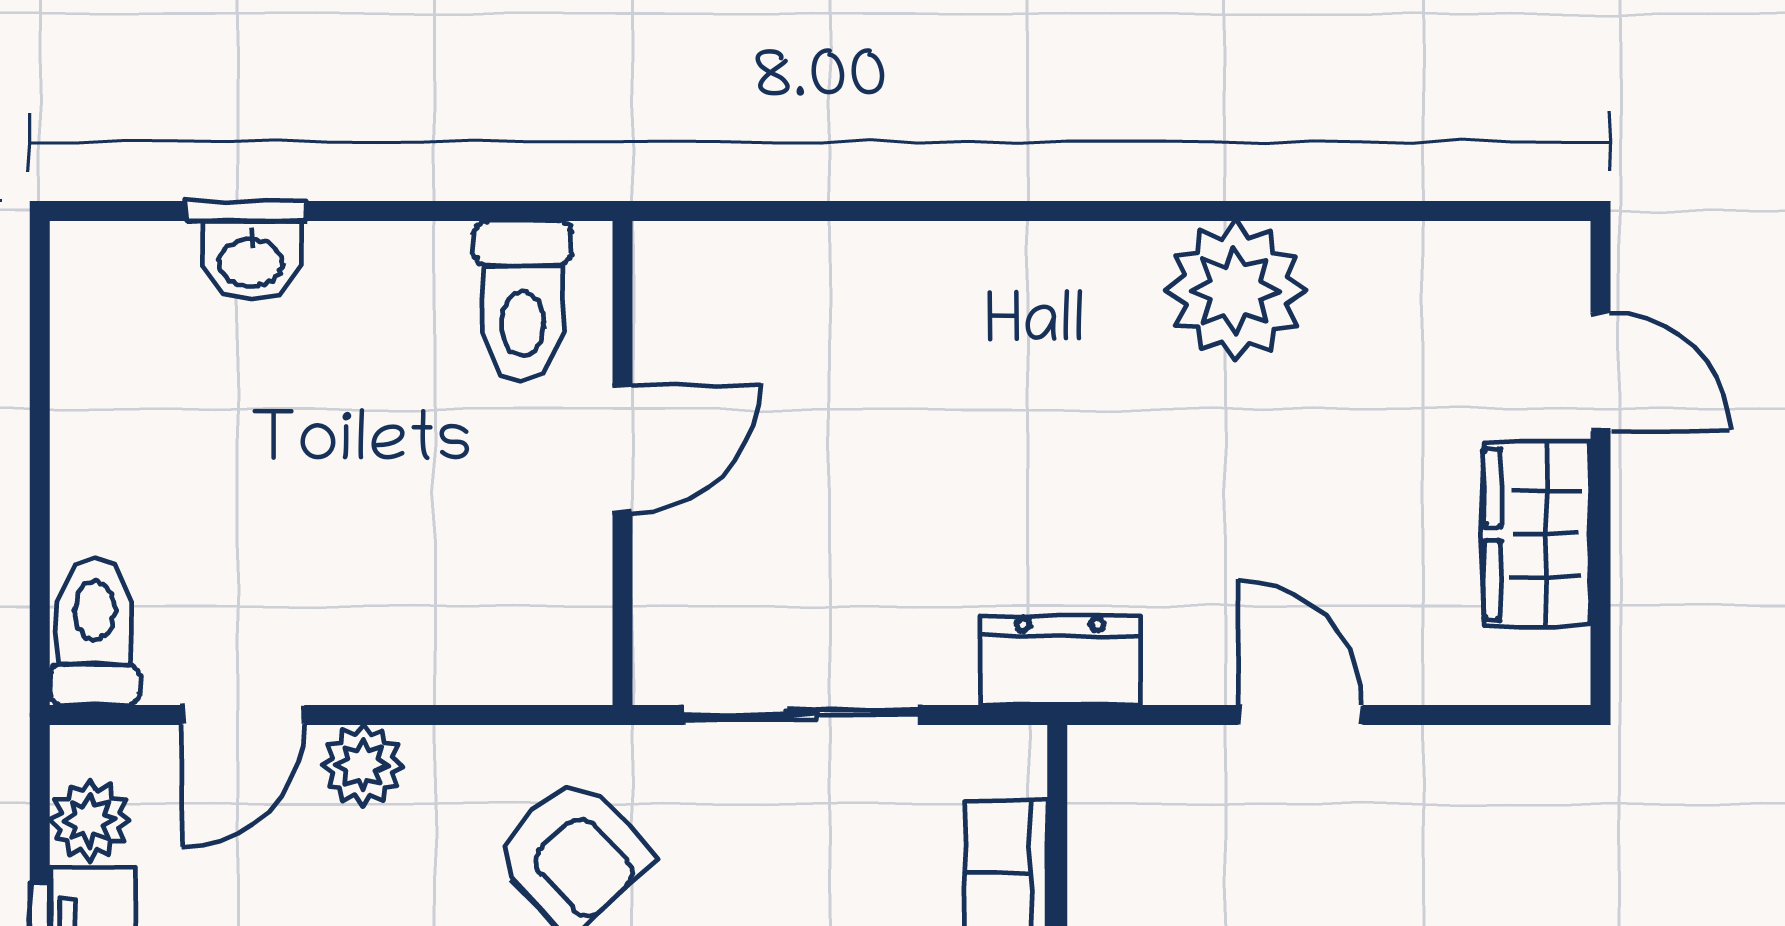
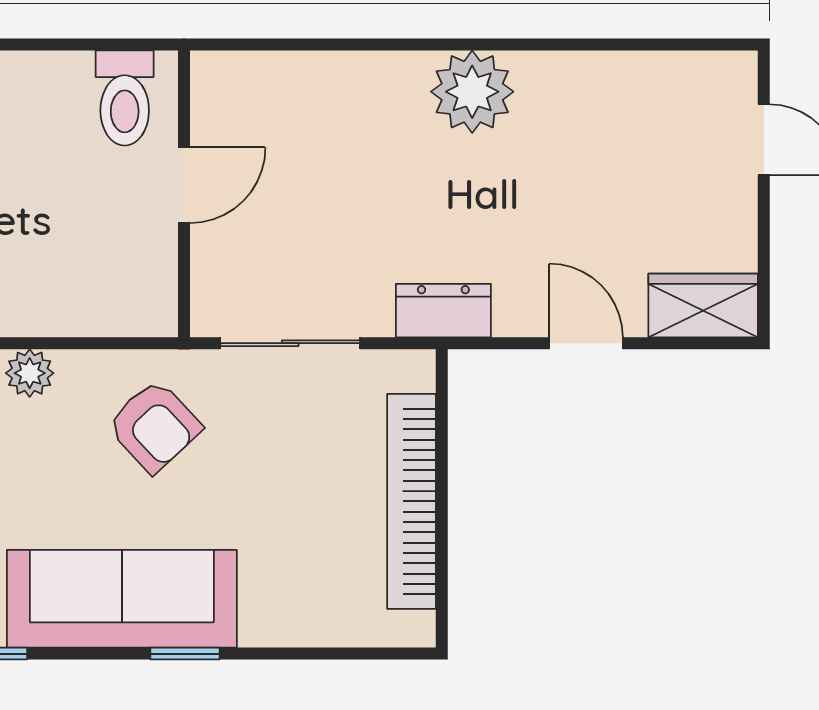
plant: (1235, 291) -> (472, 92), moved
wardrobe: (1537, 534) -> (703, 306), moved, turned 90

